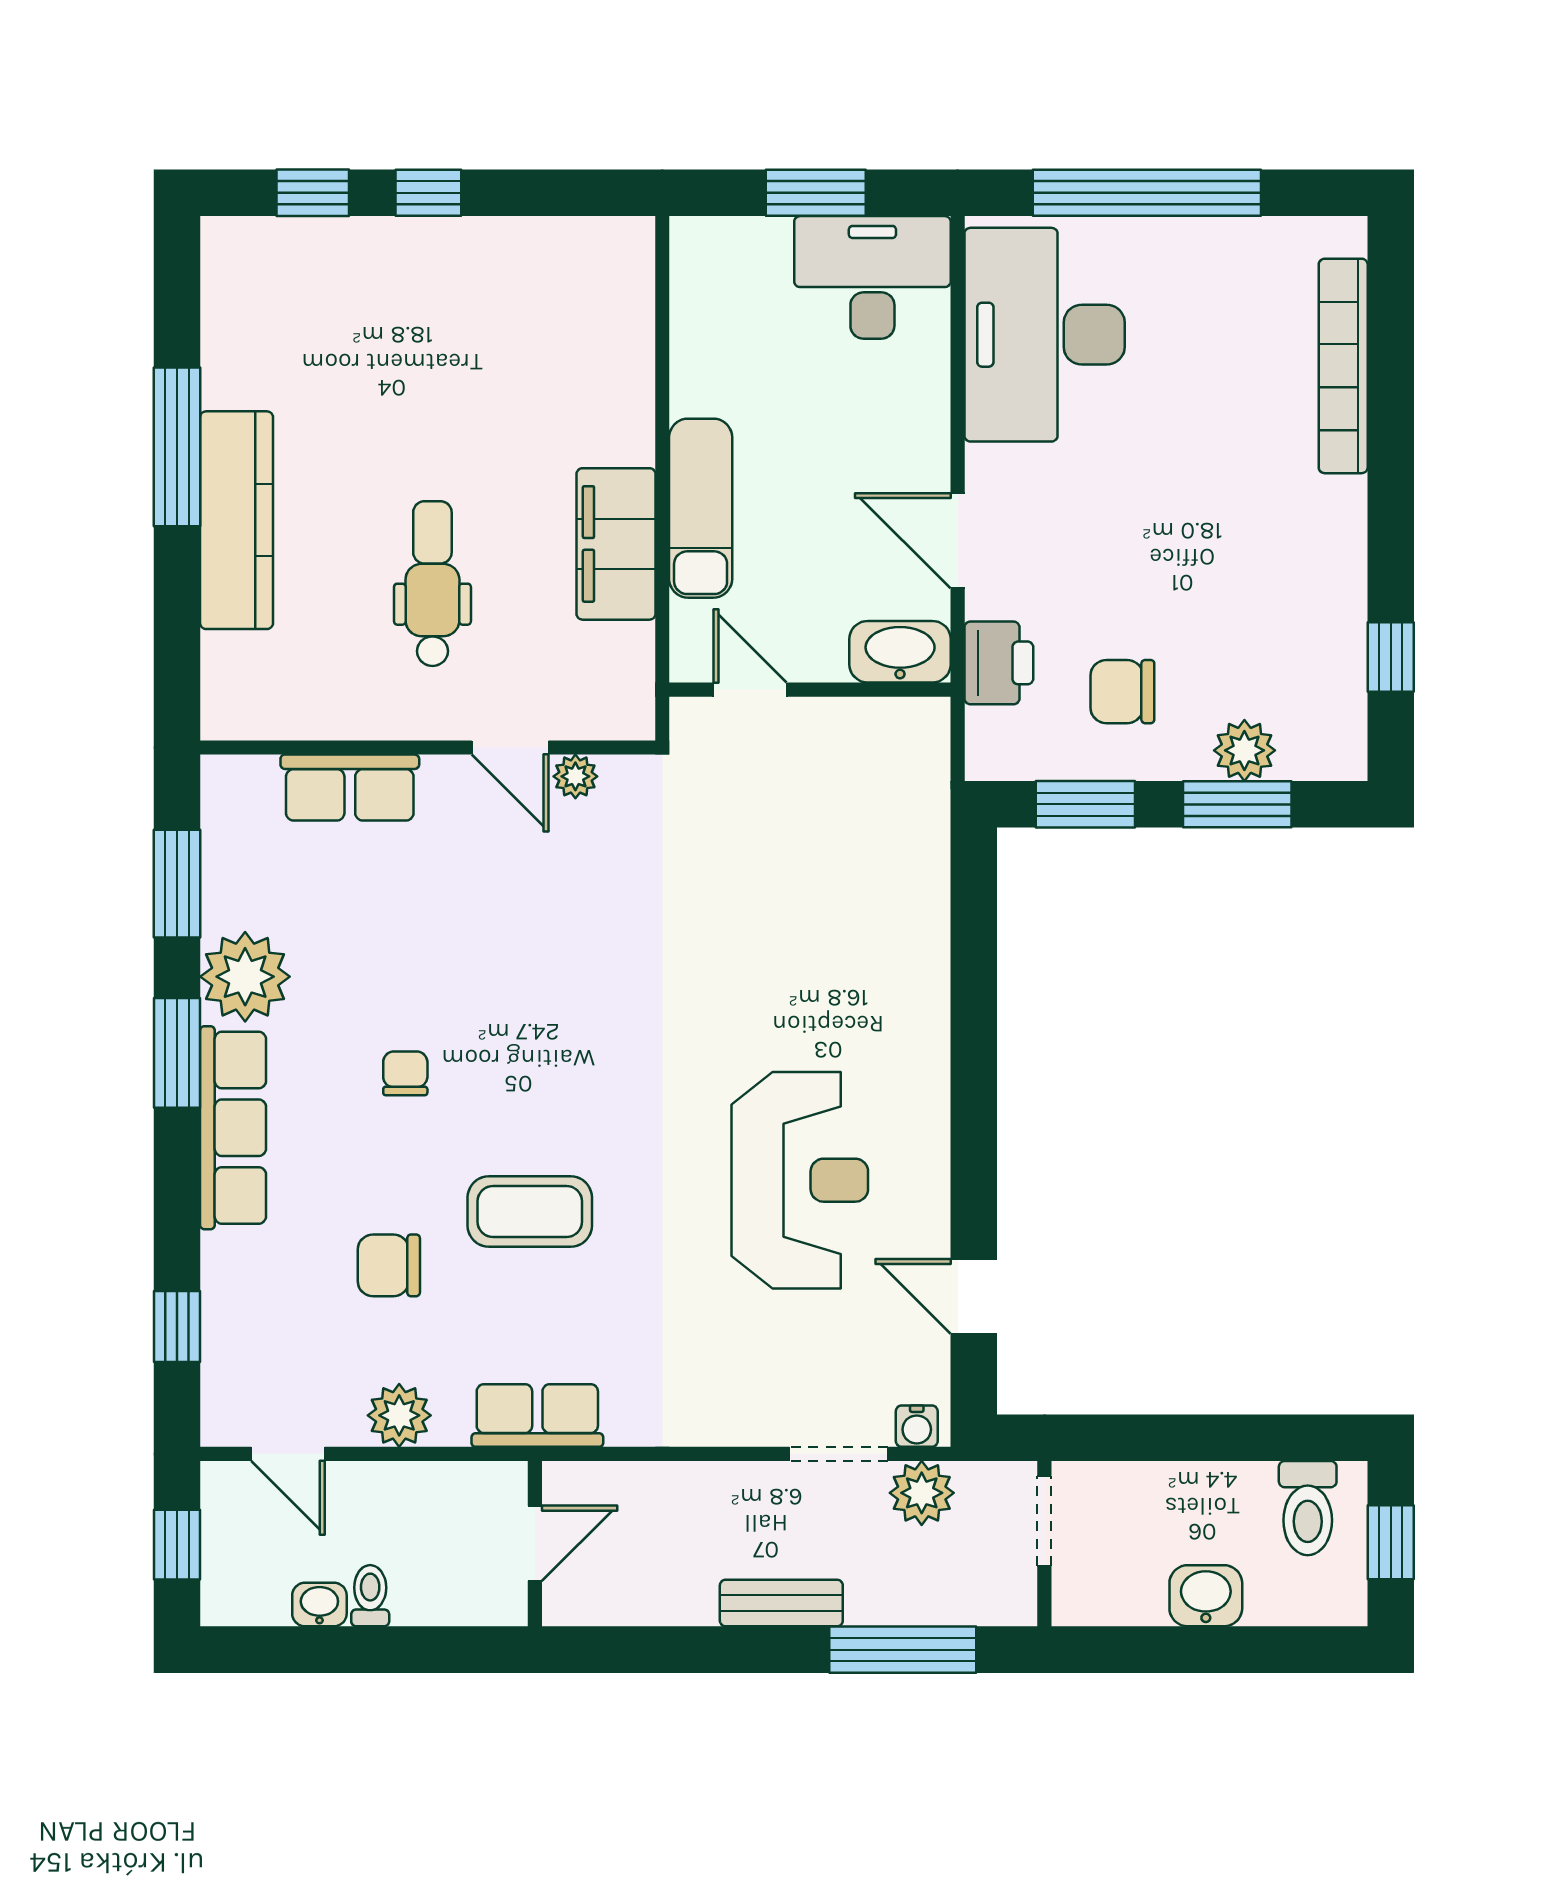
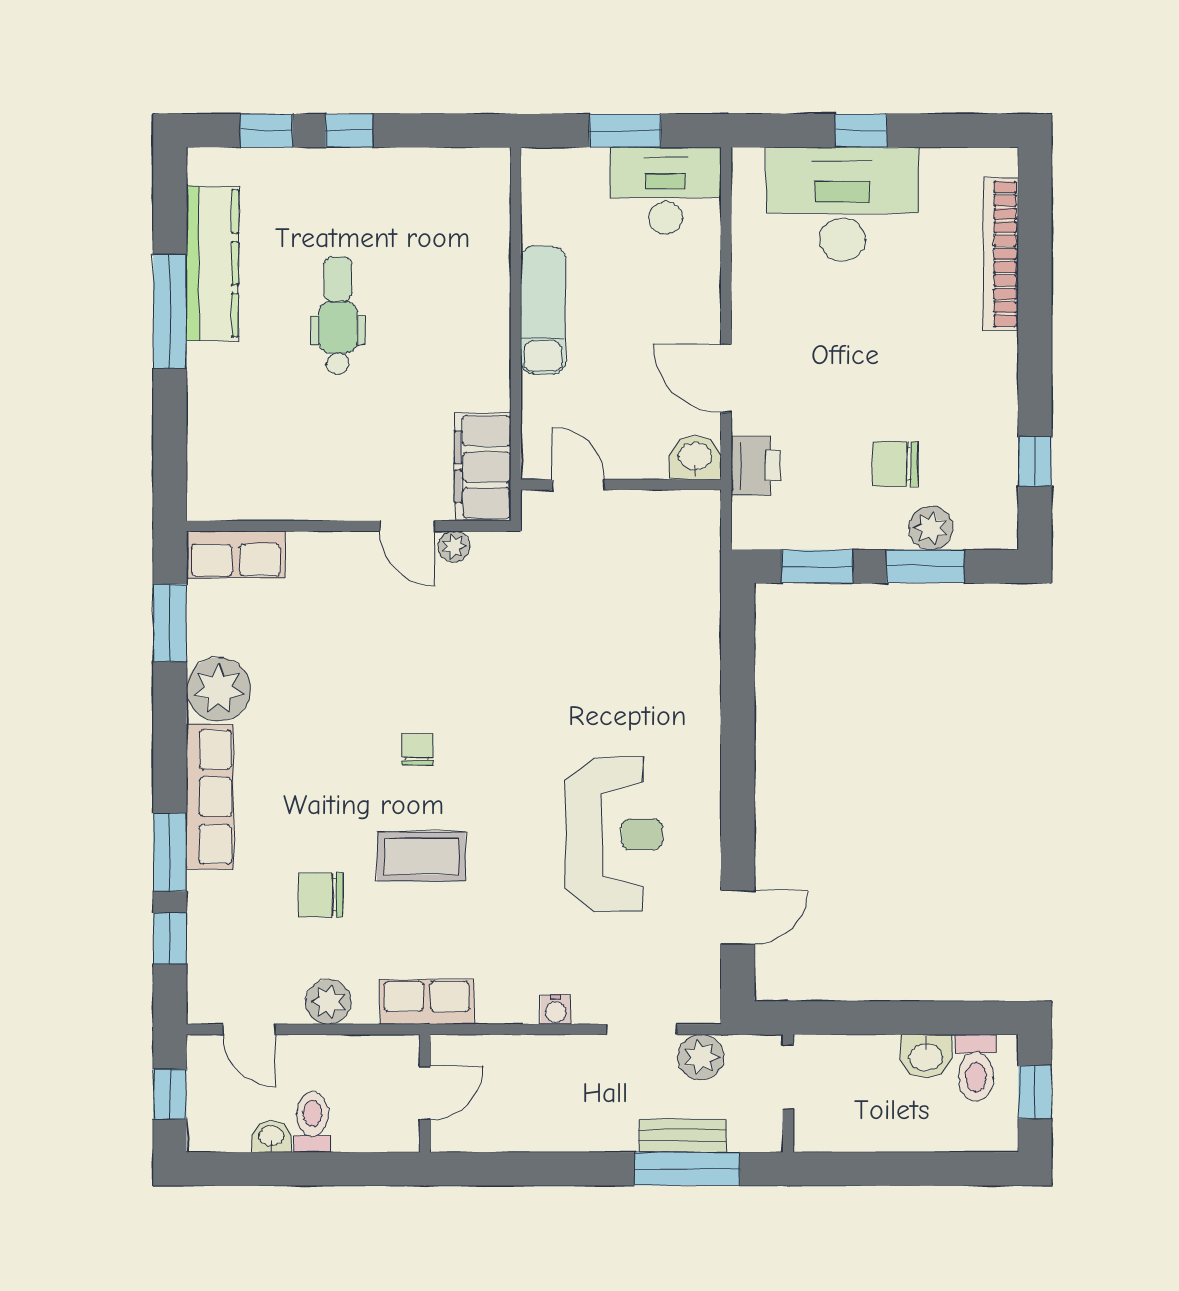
window: (1147, 193) -> (861, 131), width x0.32
desk: (1045, 335) -> (842, 204), moved, turned 90
exam couch: (701, 508) -> (543, 310), moved
kitchen counter: (237, 520) -> (212, 263), moved
filing cabinet: (616, 544) -> (483, 467), moved
dental chair: (432, 584) -> (338, 315), moved
washbasin: (900, 652) -> (695, 458), width x0.72
chair: (1122, 692) -> (895, 464), moved
row of seats: (350, 788) -> (236, 554), moved
window: (177, 1053) -> (170, 852), moved
chair: (405, 1073) -> (417, 750), moved
door: (974, 1296) -> (738, 917), swing flipped
water cooler: (917, 1426) -> (556, 1010), moved
toilet: (370, 1596) -> (313, 1122), width x1.37, depth x1.39
washbasin: (1206, 1596) -> (926, 1056), moved, turned 180
bench: (781, 1603) -> (683, 1136), moved

